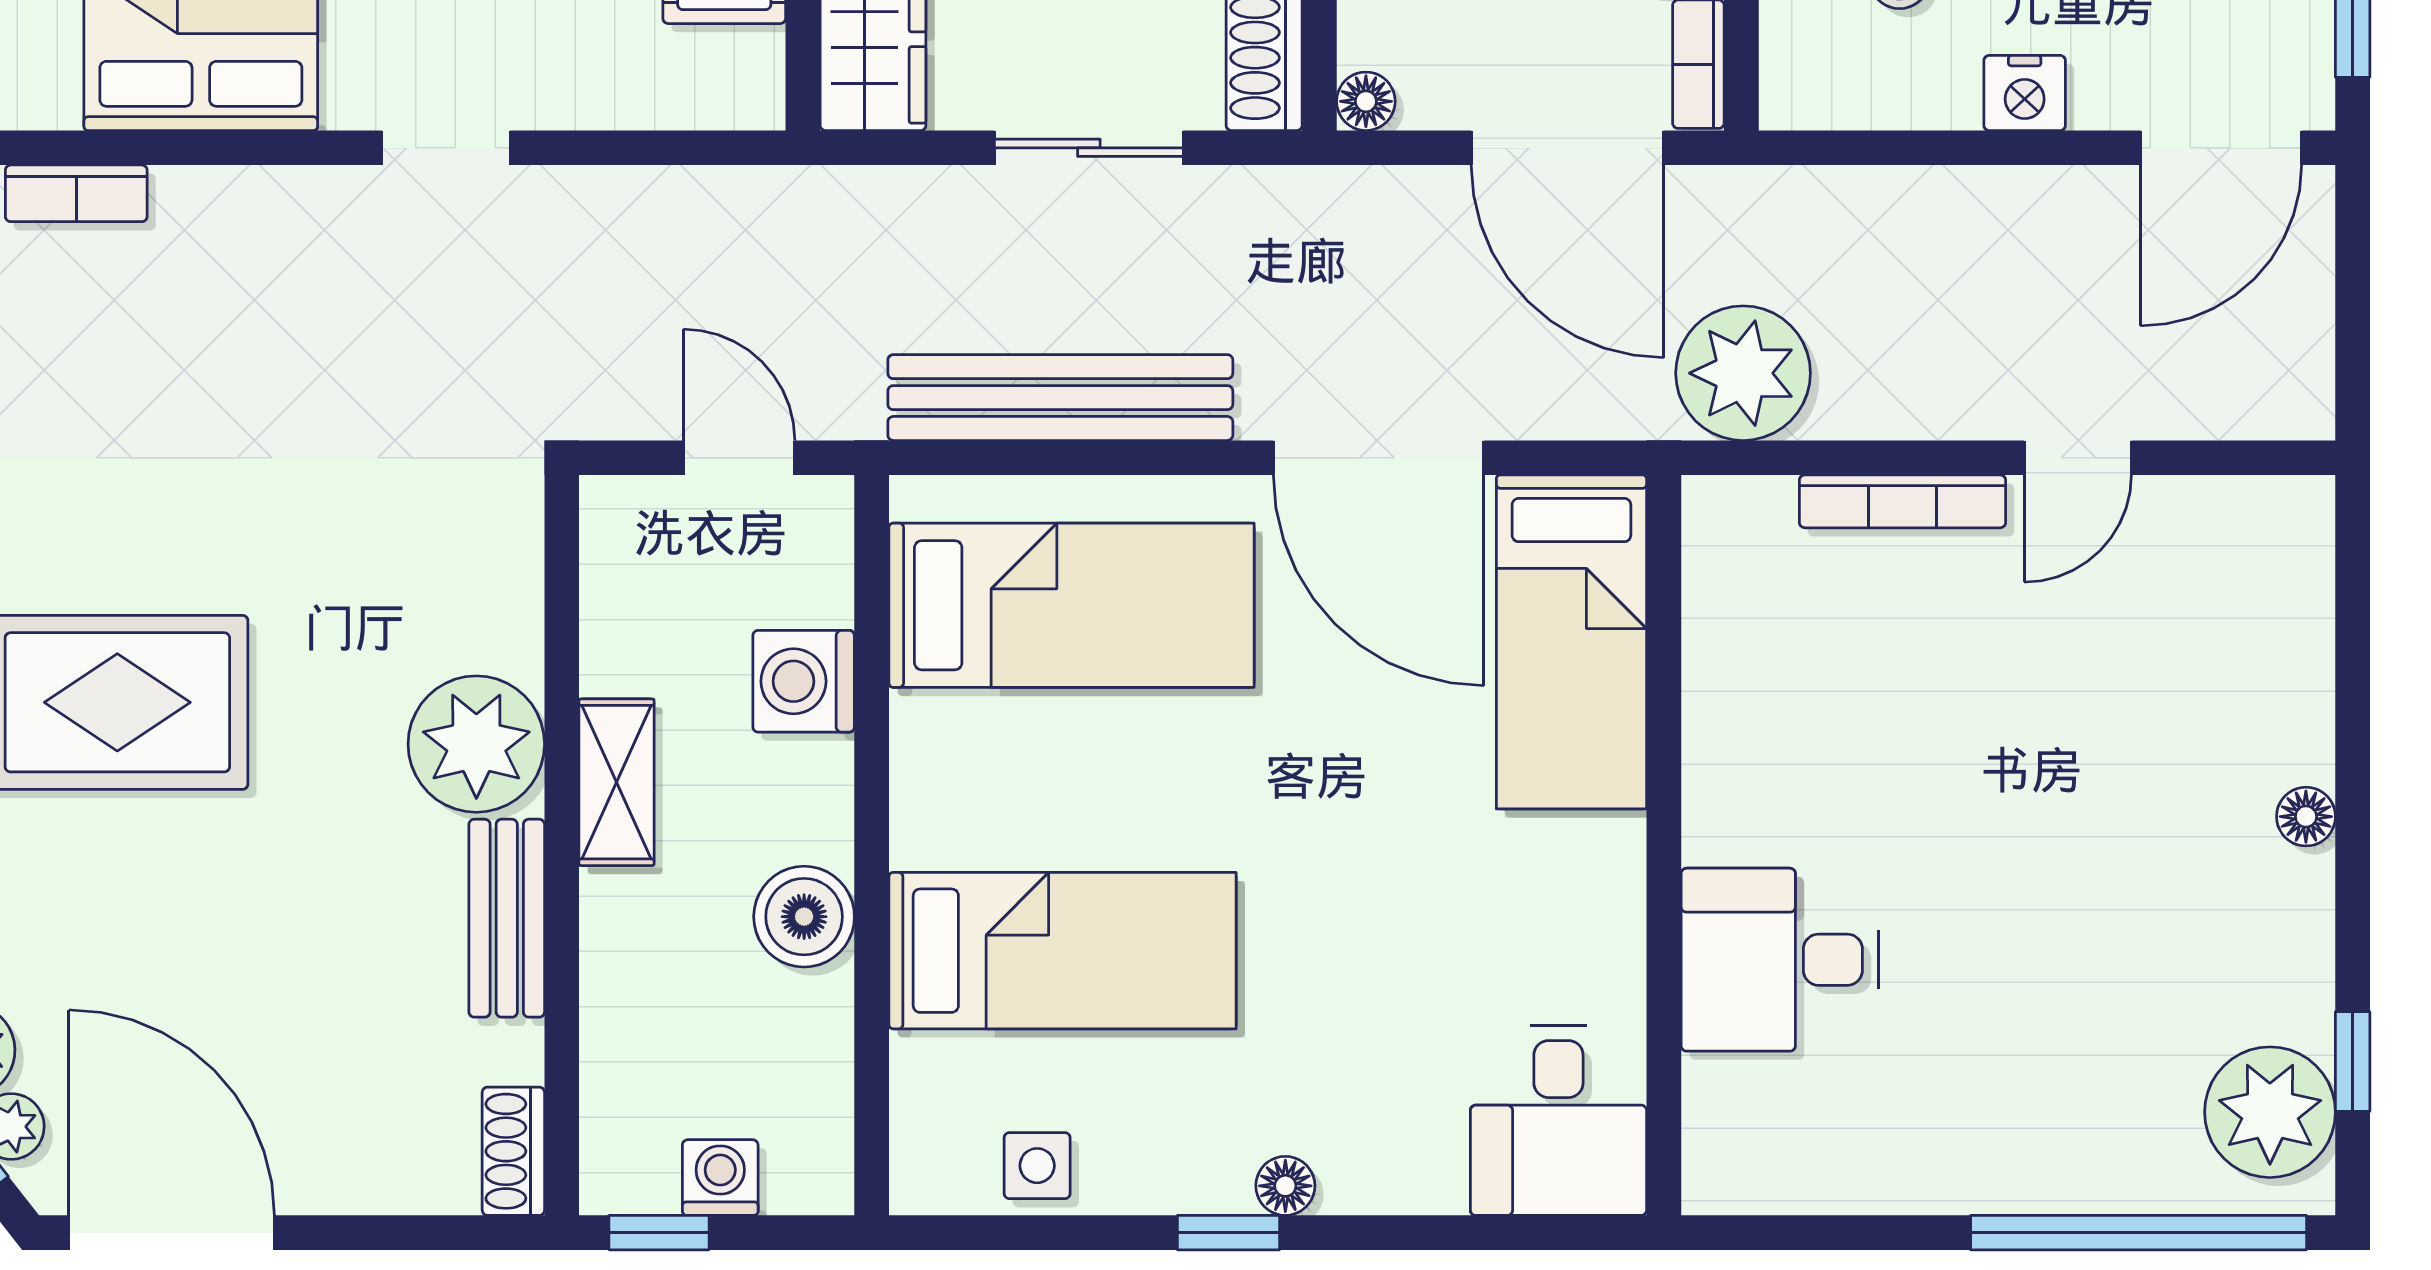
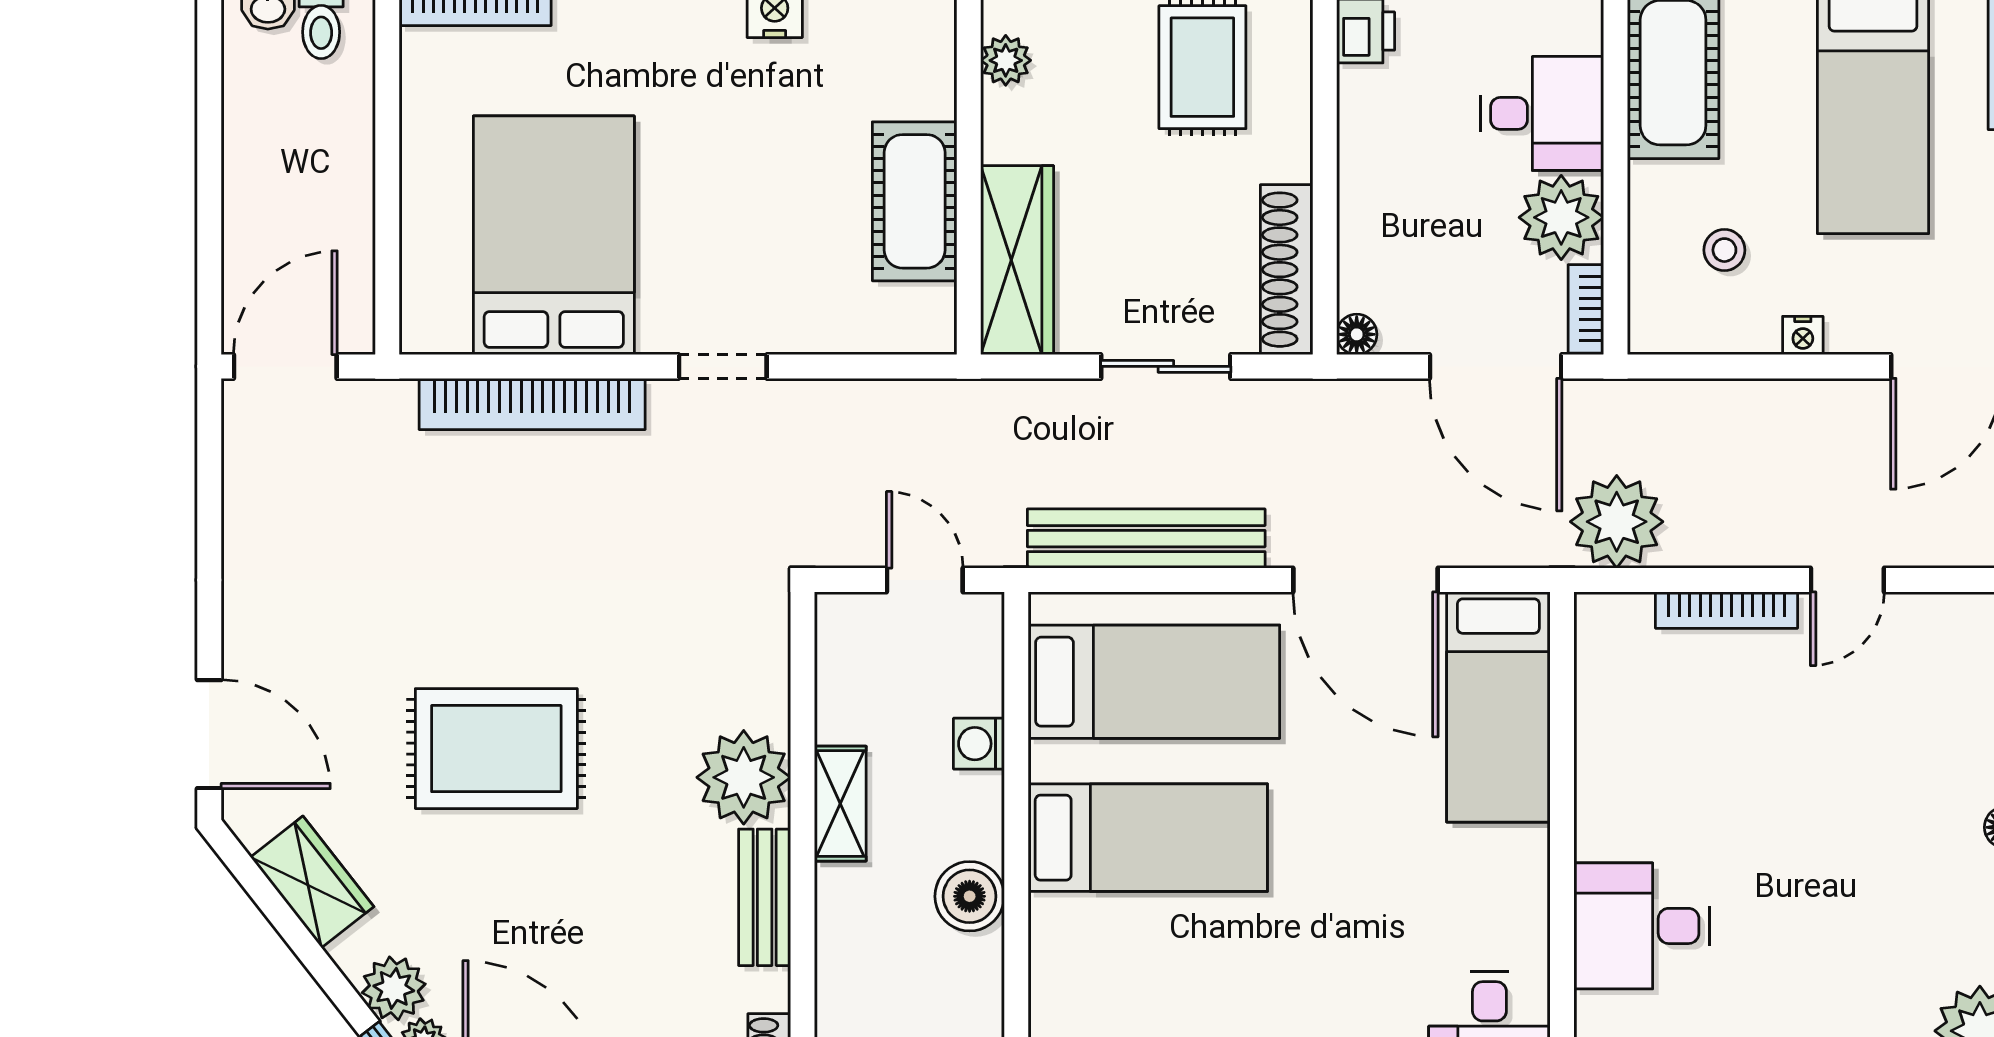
nightstand: (2025, 93) -> (1803, 335), width x0.72, depth x0.74
bookcase: (76, 193) -> (532, 404), width x2.31, depth x1.31
washing machine: (804, 681) -> (979, 744), width x0.73, depth x0.73
bed: (1063, 951) -> (1148, 838), moved

